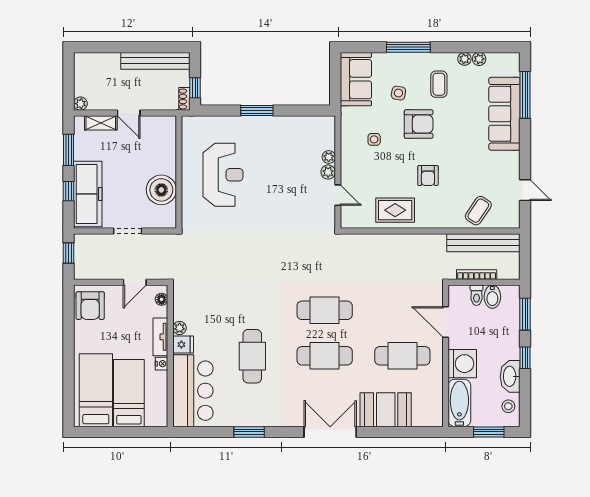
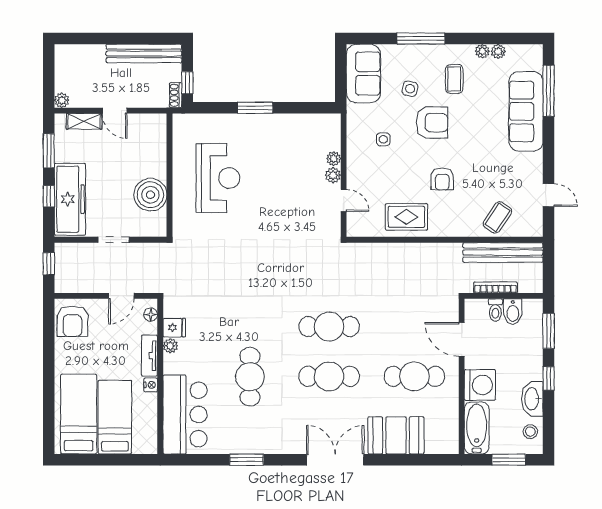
fridge: (183, 345) -> (174, 328), moved

